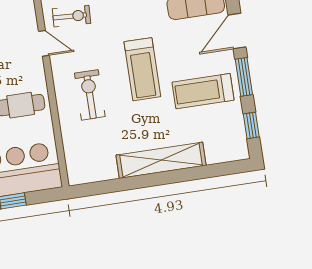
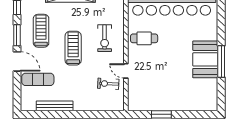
door: (237, 31) -> (17, 61), hinge flipped
treadmill: (203, 91) -> (41, 31), turned -90

